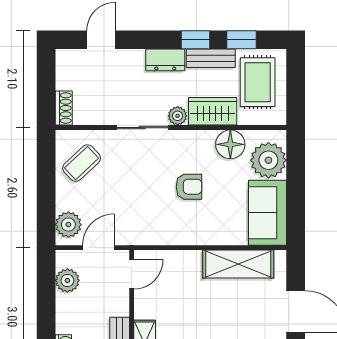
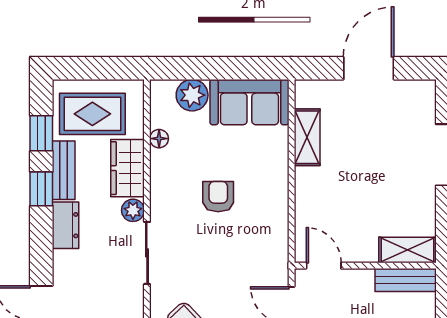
floor lamp: (230, 144) -> (159, 139), width x0.53, depth x0.53
plant: (268, 160) -> (192, 95), width x0.73, depth x0.73
shelving: (238, 264) -> (307, 137), width x0.67, depth x0.75

